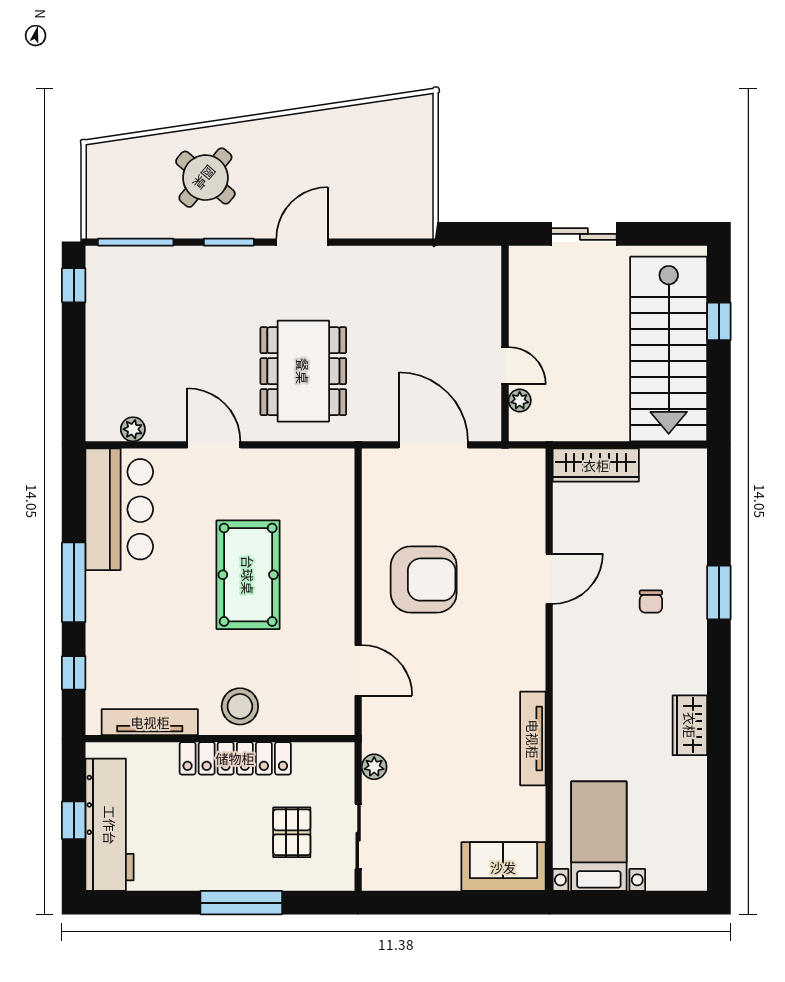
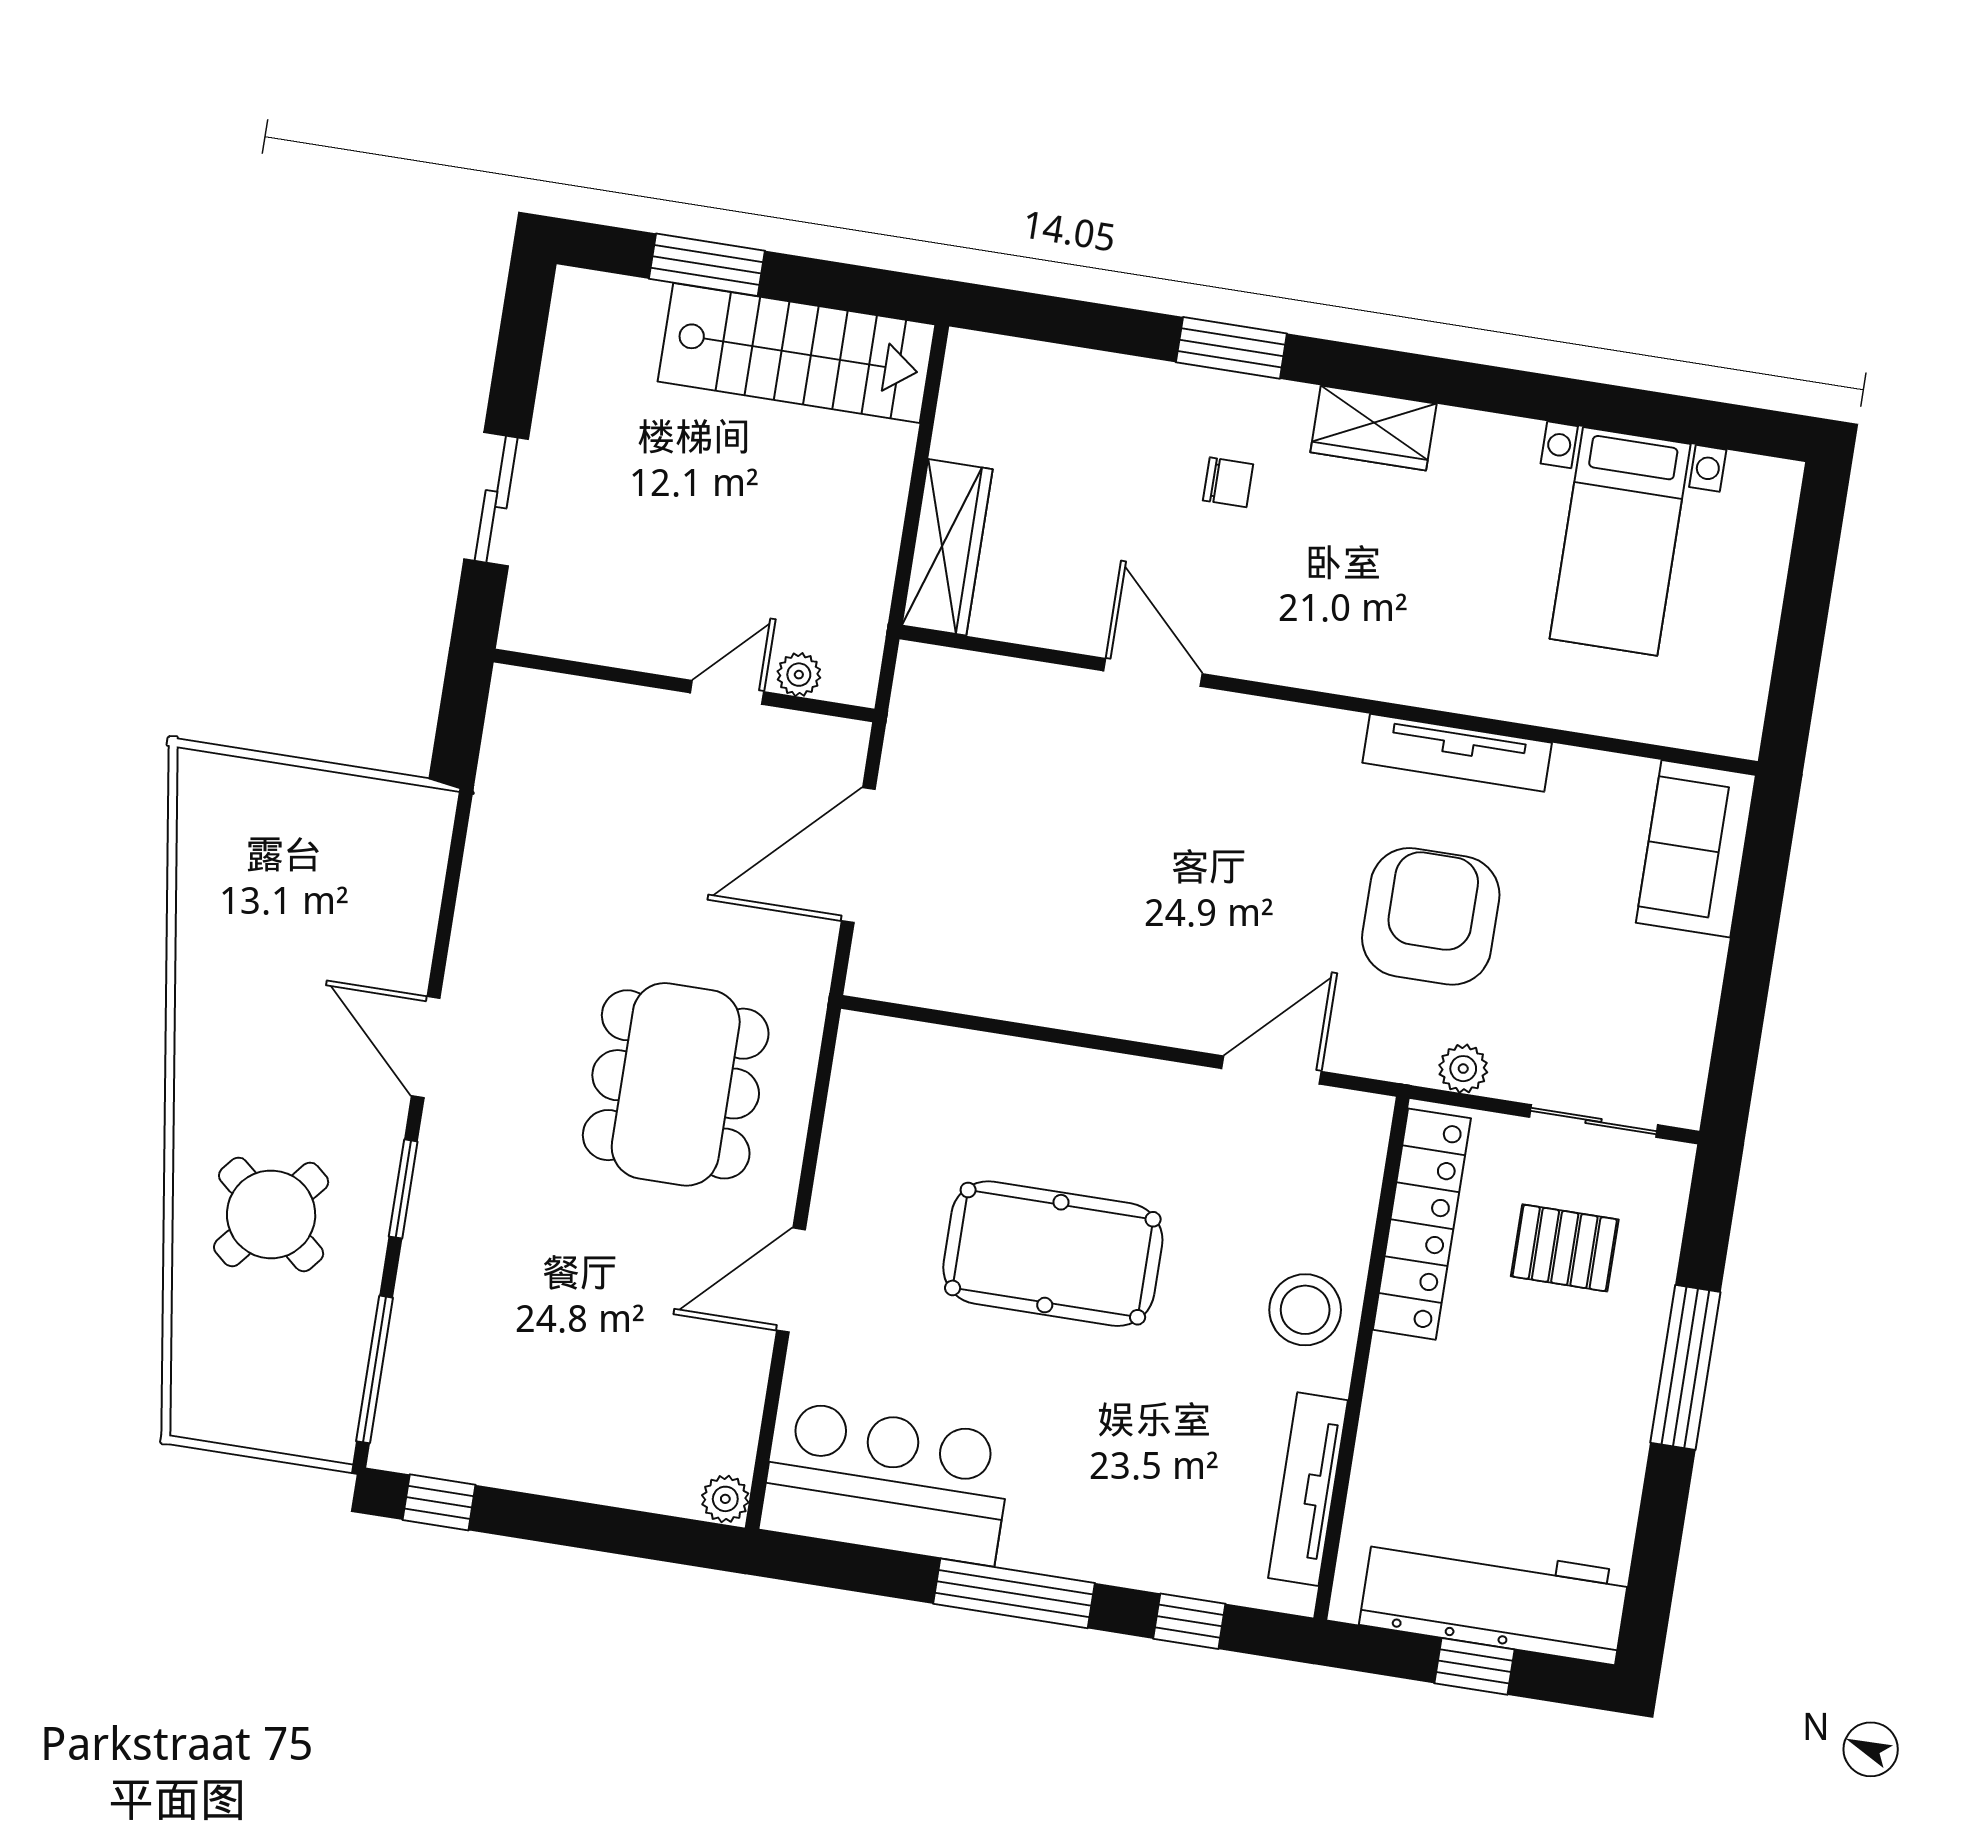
window: (719, 321) -> (707, 265), width x1.50
stairs: (669, 349) -> (796, 353), width x0.73, depth x0.66
dining table: (303, 371) -> (676, 1084), turned 90
plant: (133, 429) -> (725, 1499), moved
armchair: (424, 580) -> (1431, 916), moved
wardrobe: (690, 725) -> (1373, 428), moved
locker: (235, 758) -> (1422, 1224), moved
bed with nightstands: (599, 836) -> (1620, 541), moved, turned -90

